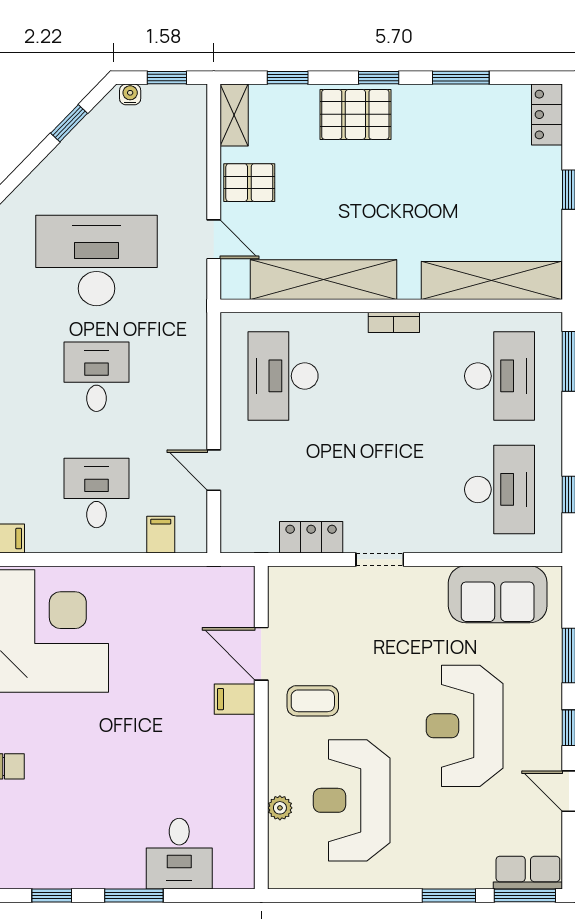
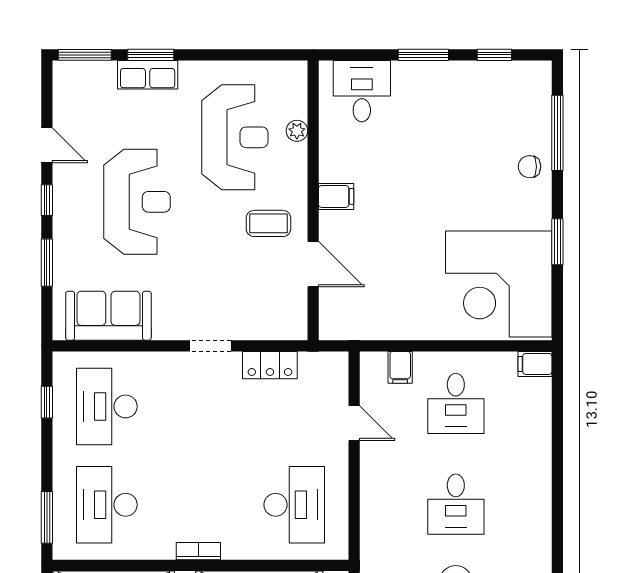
filing cabinet: (235, 699) -> (336, 196), moved
desk: (179, 854) -> (362, 91), moved
row of seats: (528, 873) -> (148, 75), moved

